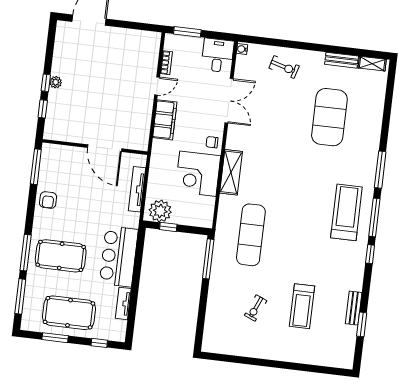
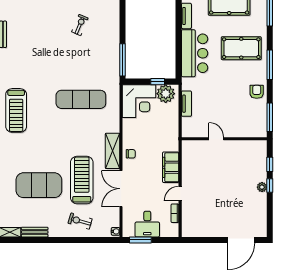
window: (187, 32) -> (140, 240), moved
desk: (218, 55) -> (147, 224), moved
exercise mat: (329, 117) -> (39, 185), turned 90
door: (105, 148) -> (216, 139), width x0.53
shelving: (231, 172) -> (113, 151), moved
corner desk: (198, 174) -> (139, 101), moved, turned 90
tv unit: (137, 189) -> (186, 104), width x0.71
exercise mat: (251, 235) -> (81, 99), moved, turned 90
window: (26, 253) -> (270, 65), moved
treadmill: (302, 306) -> (82, 180), moved, width x1.37, depth x1.38

